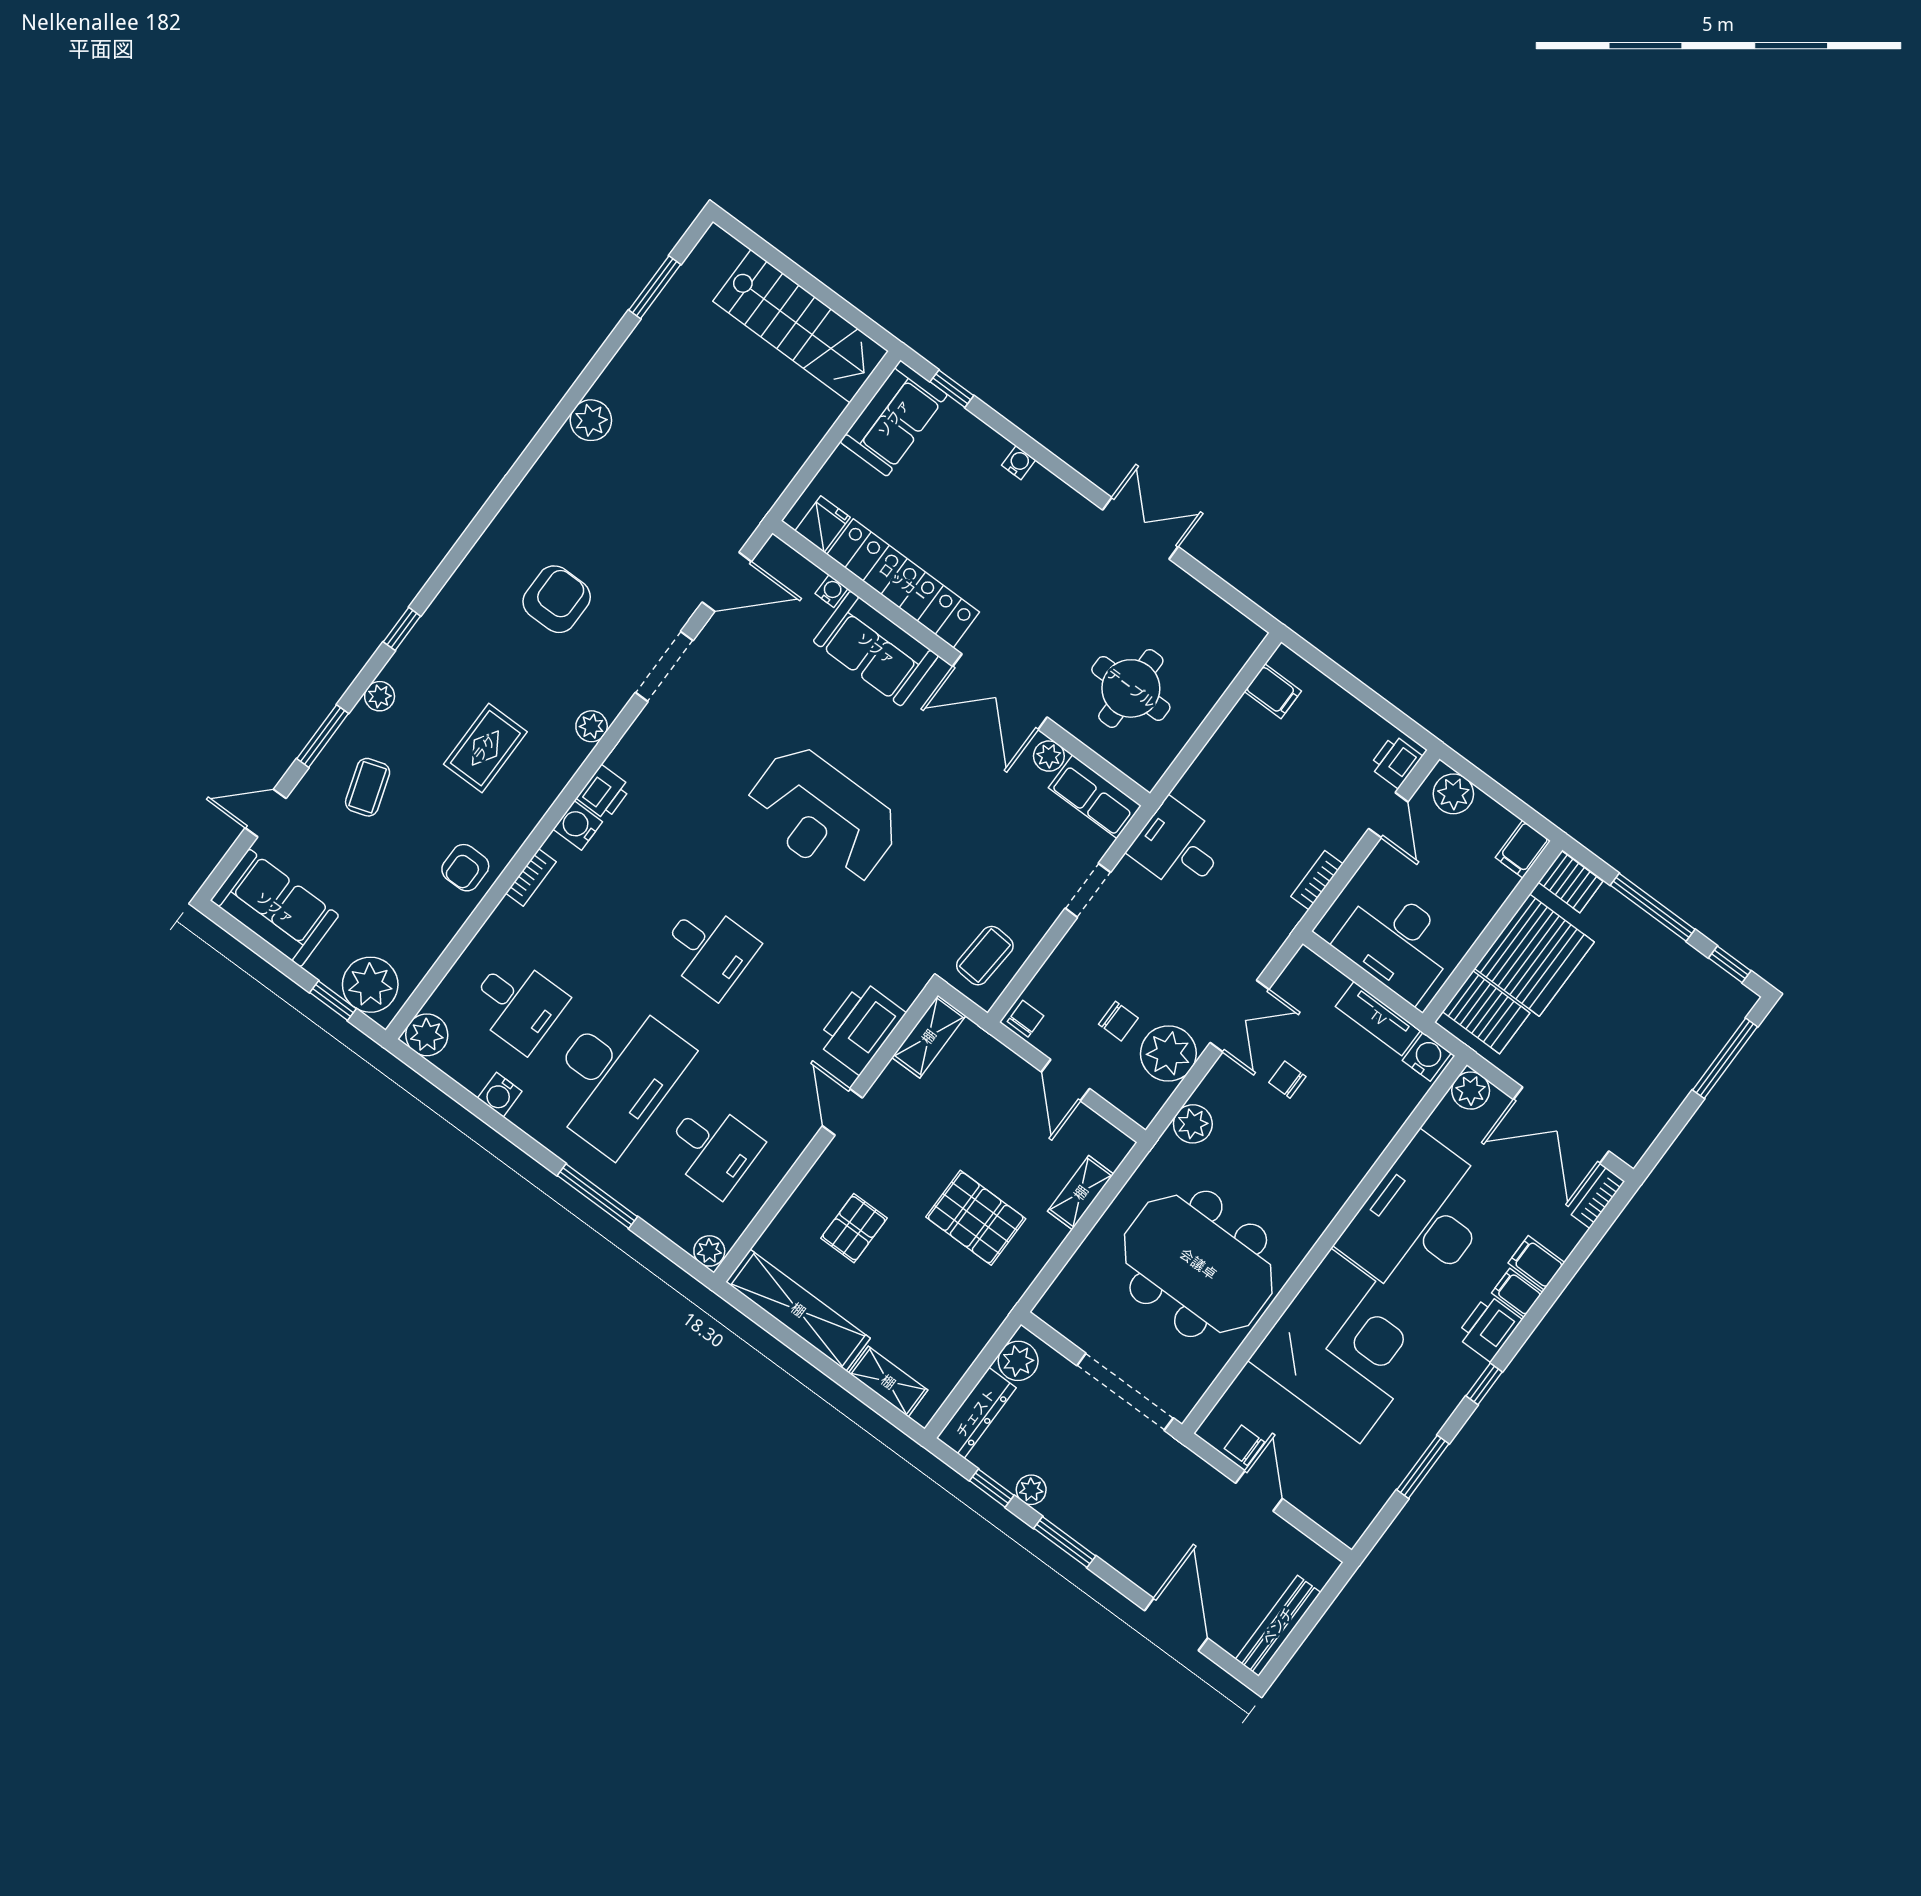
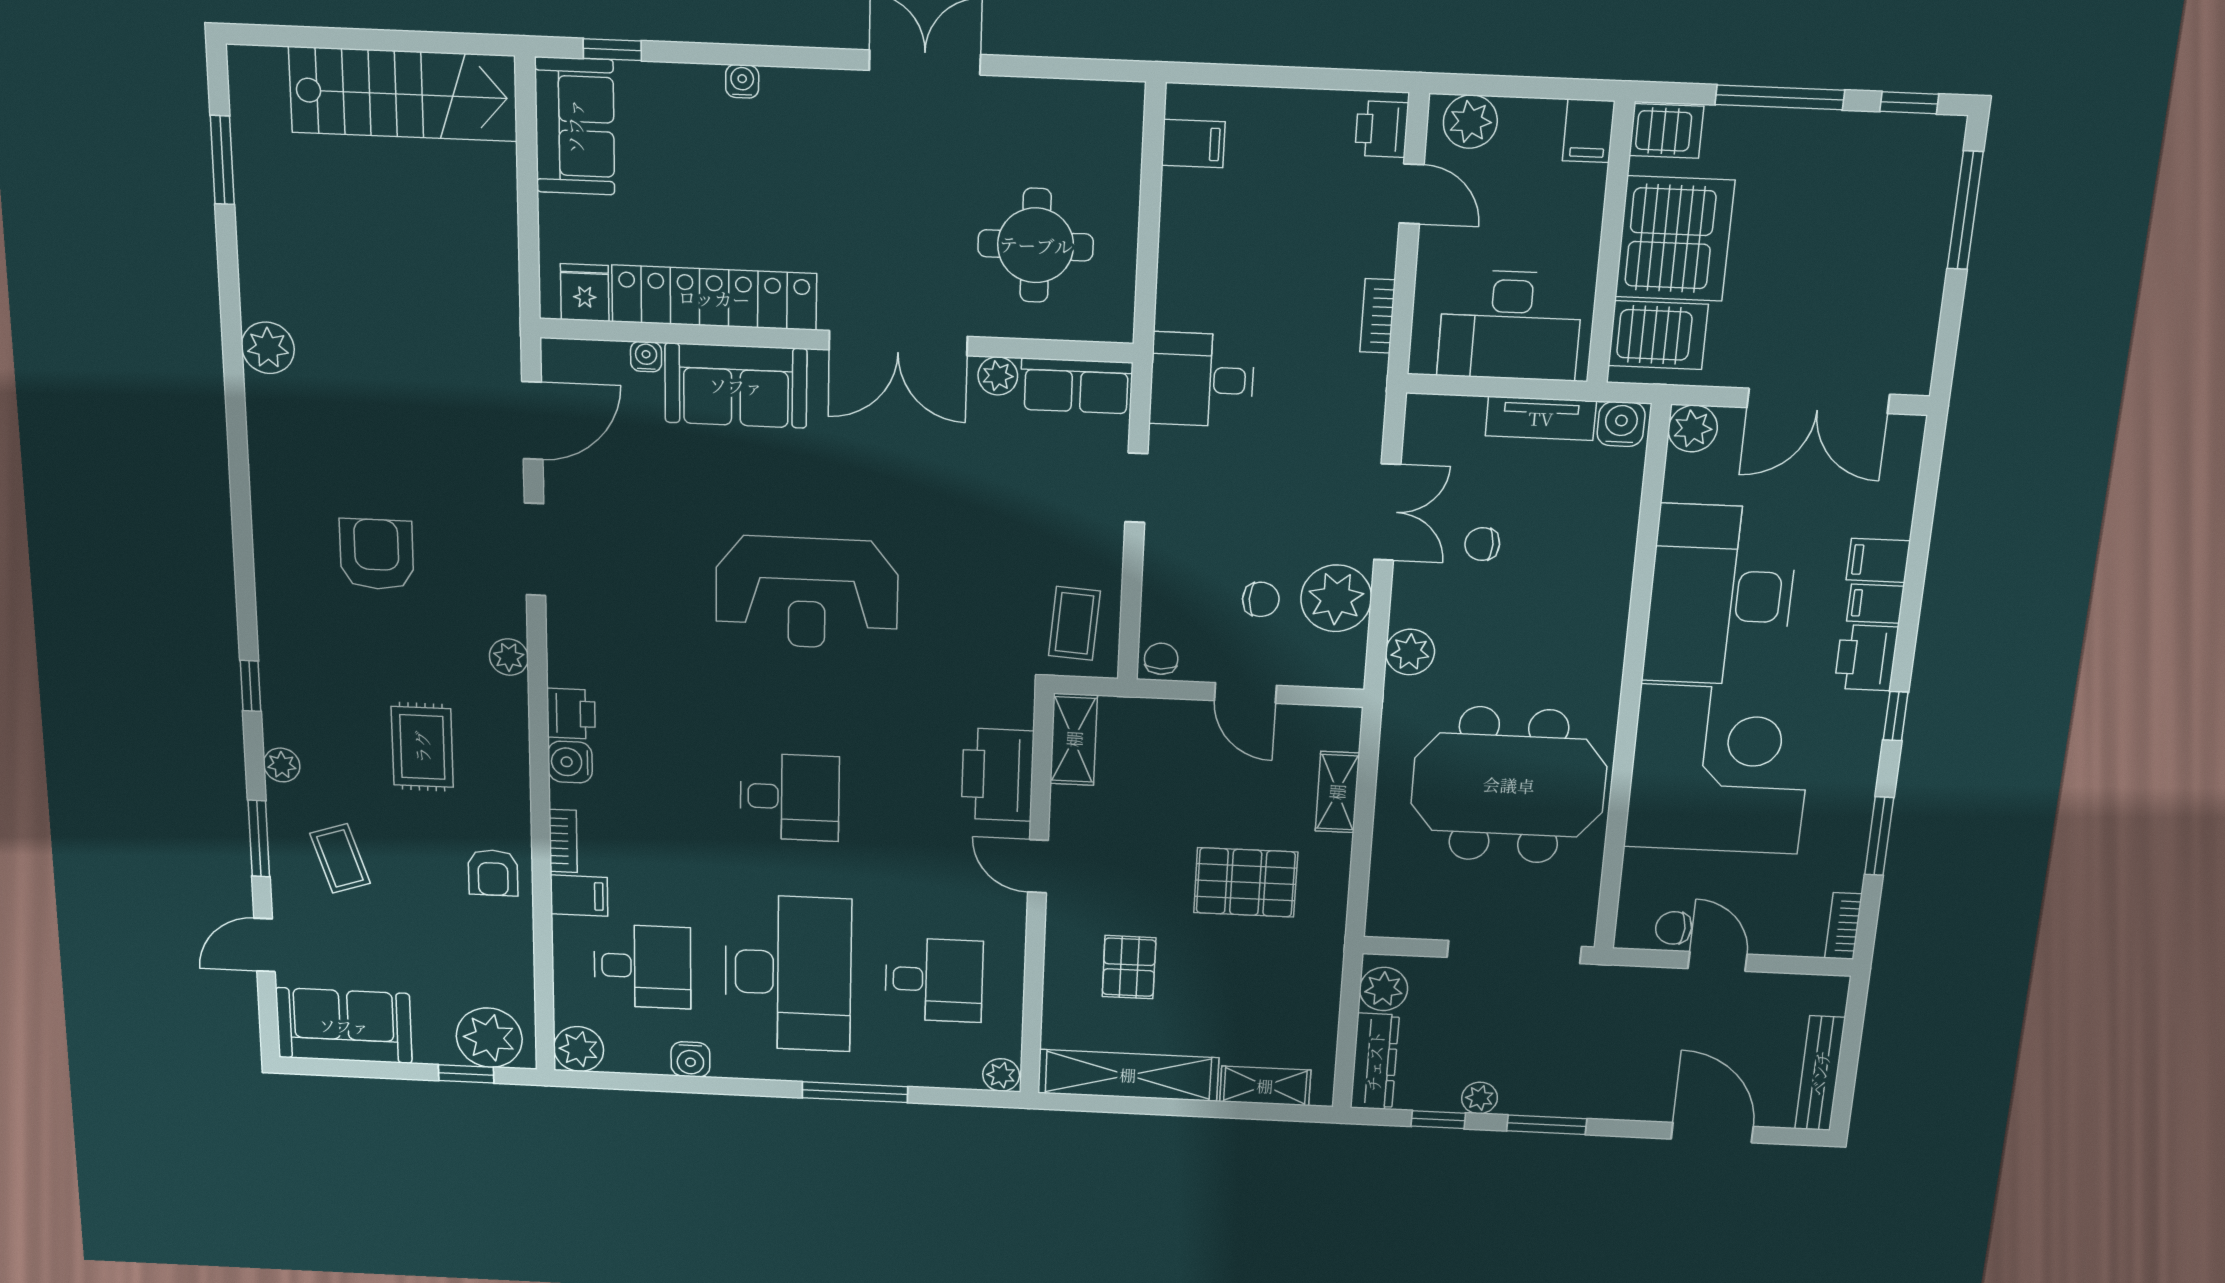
filing cabinet: (512, 923) -> (579, 896), added
bookcase: (1598, 1198) -> (1843, 926), moved

